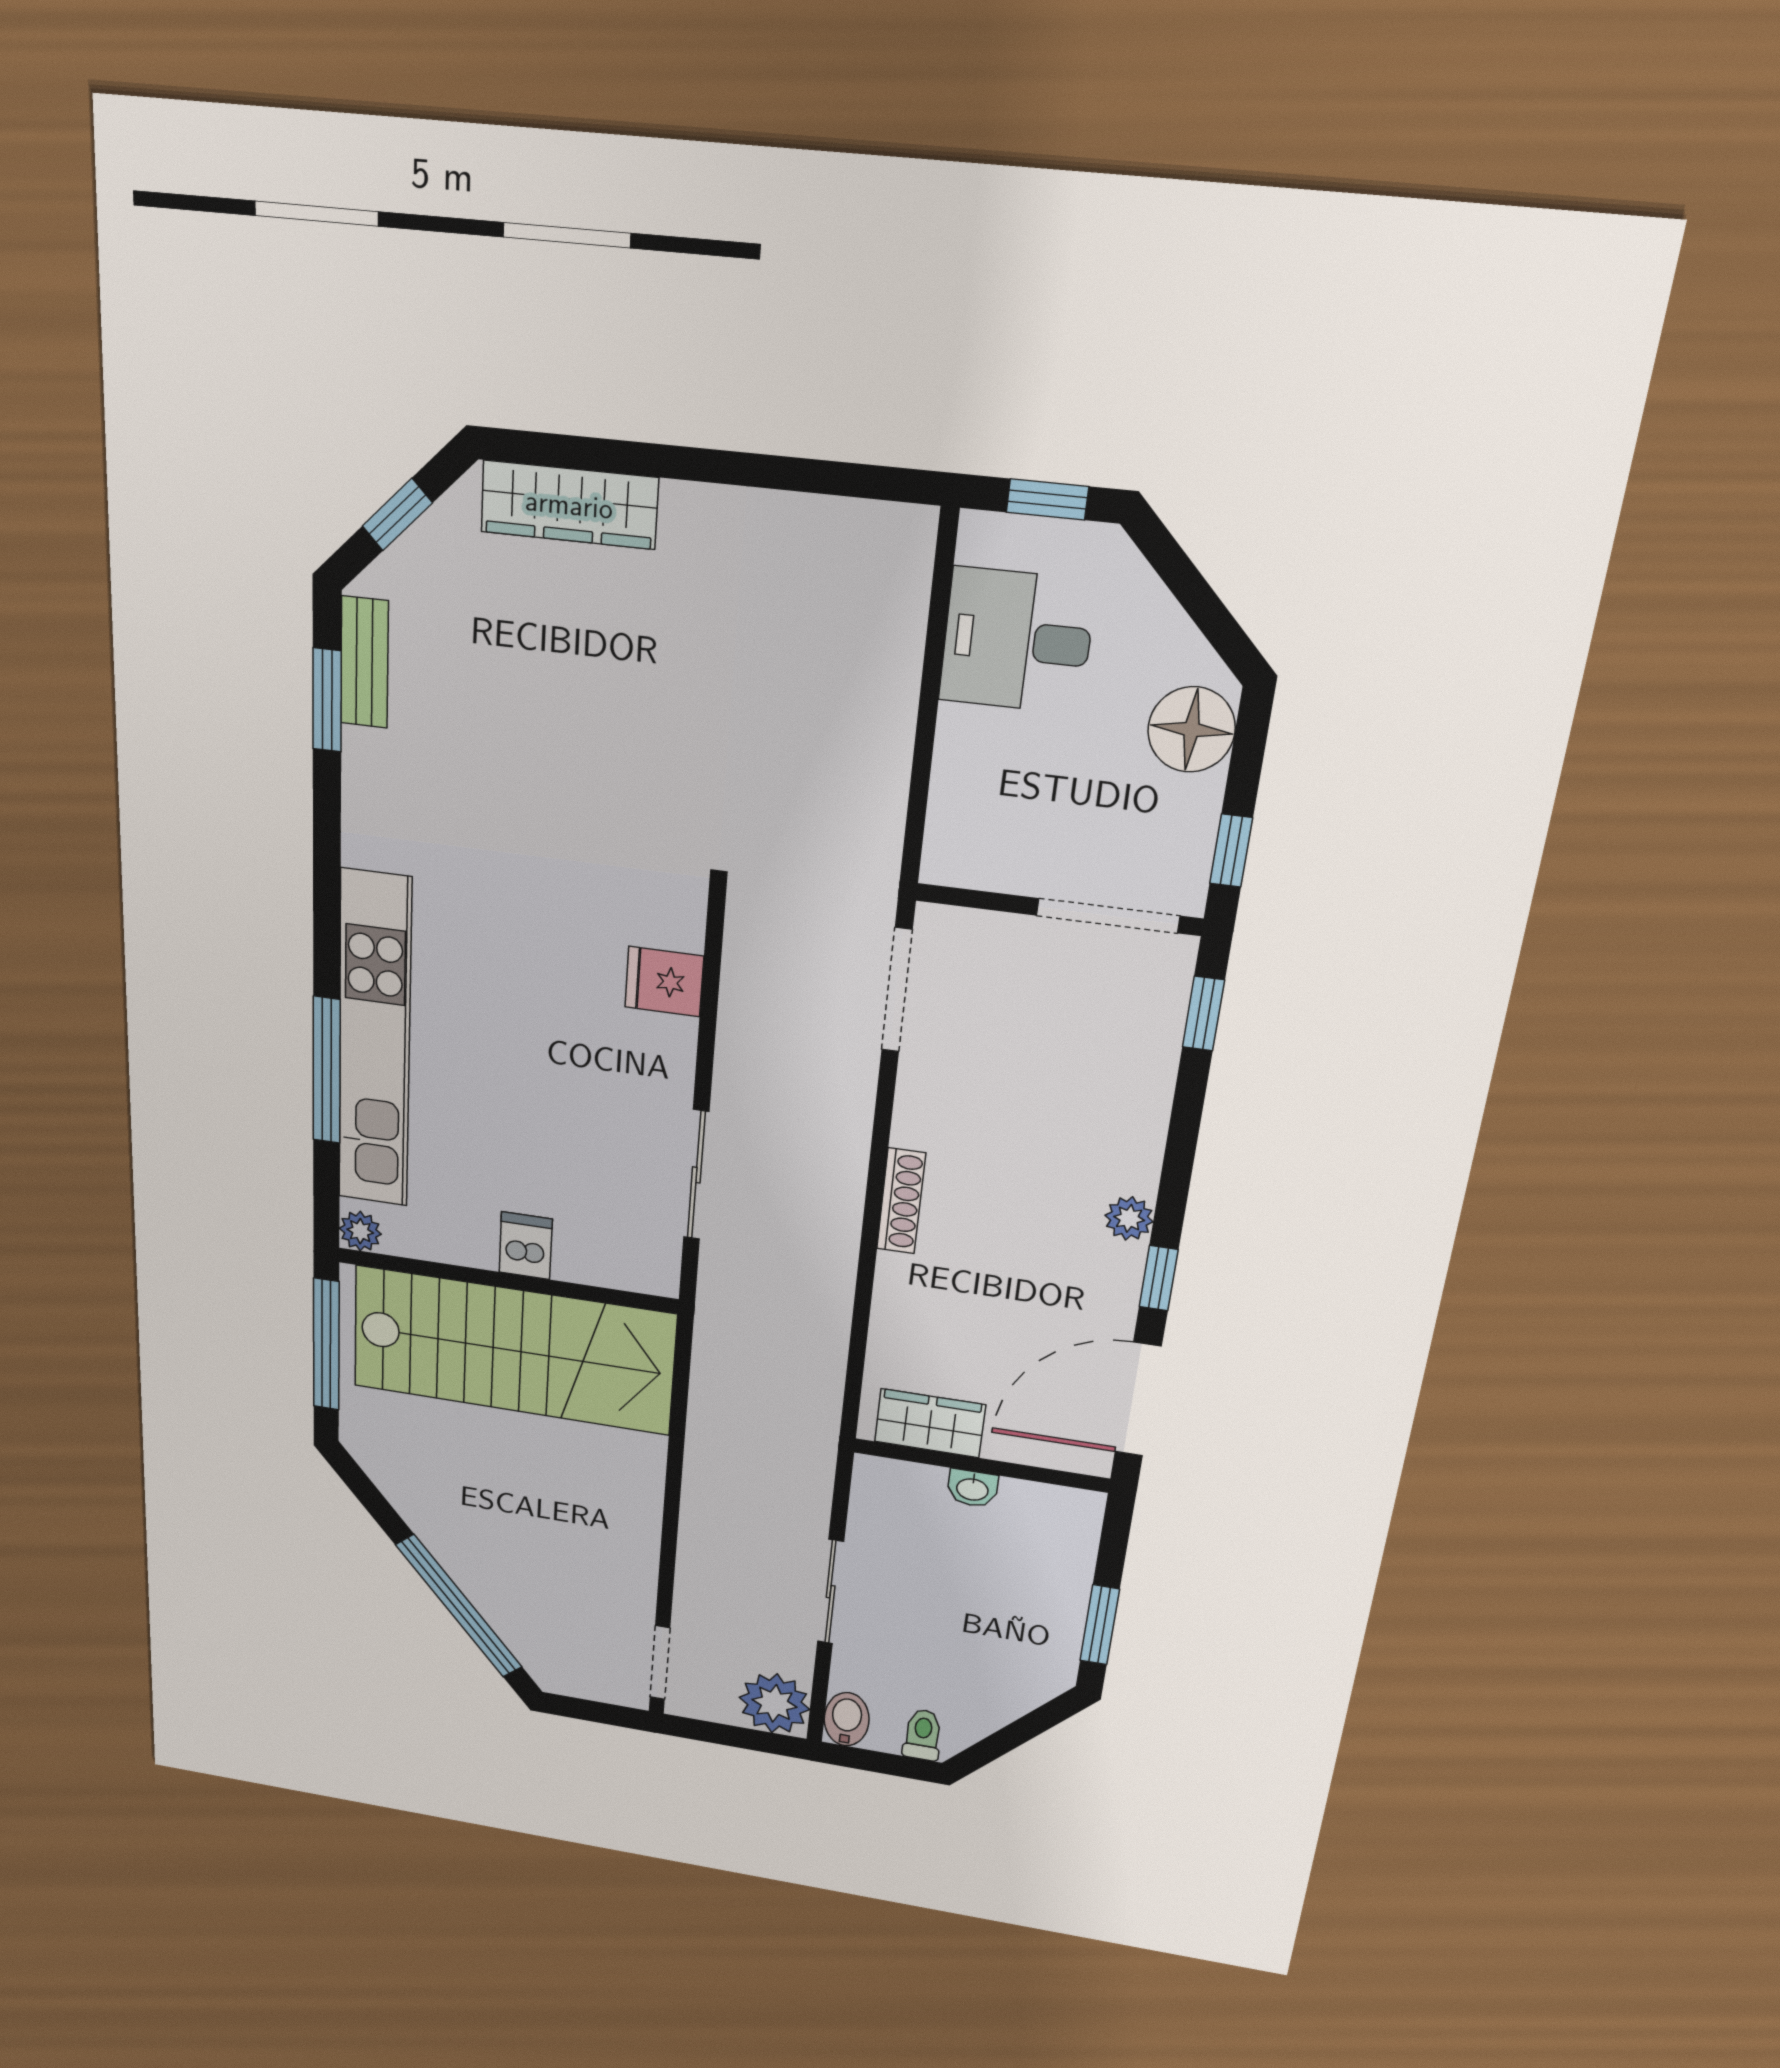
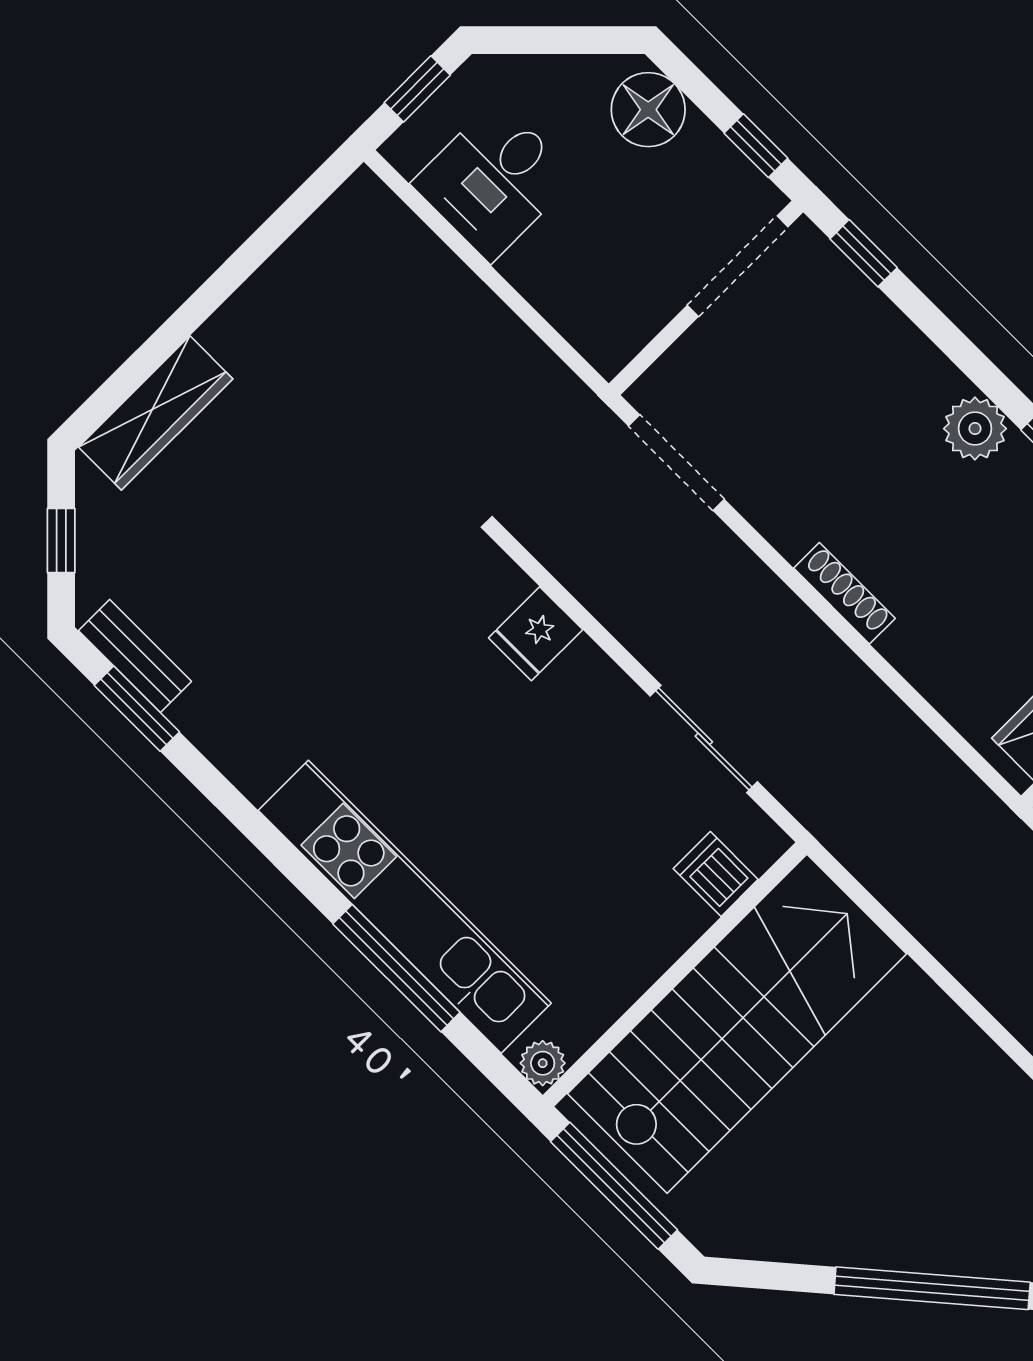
plant: (1129, 1218) -> (975, 429), width x1.38, depth x1.38
dishwasher: (526, 1246) -> (716, 874), moved

